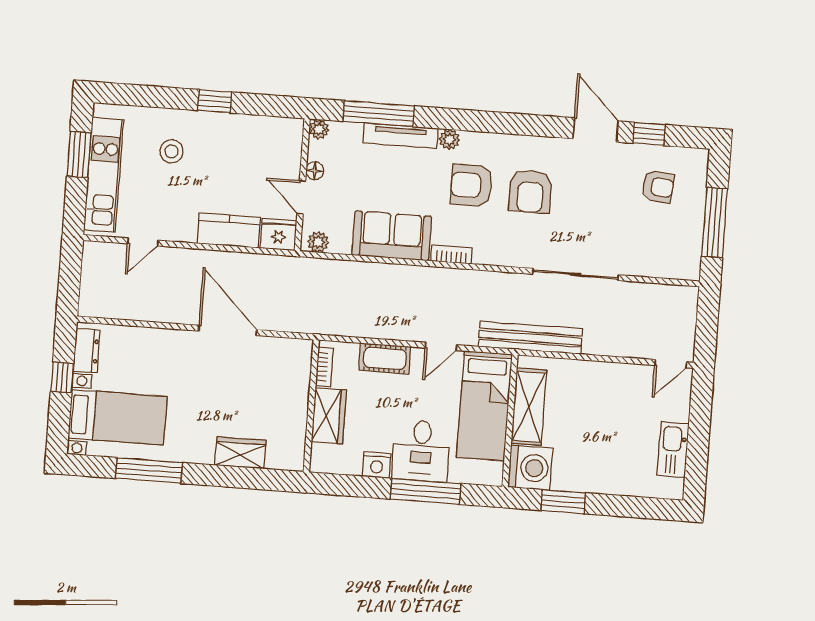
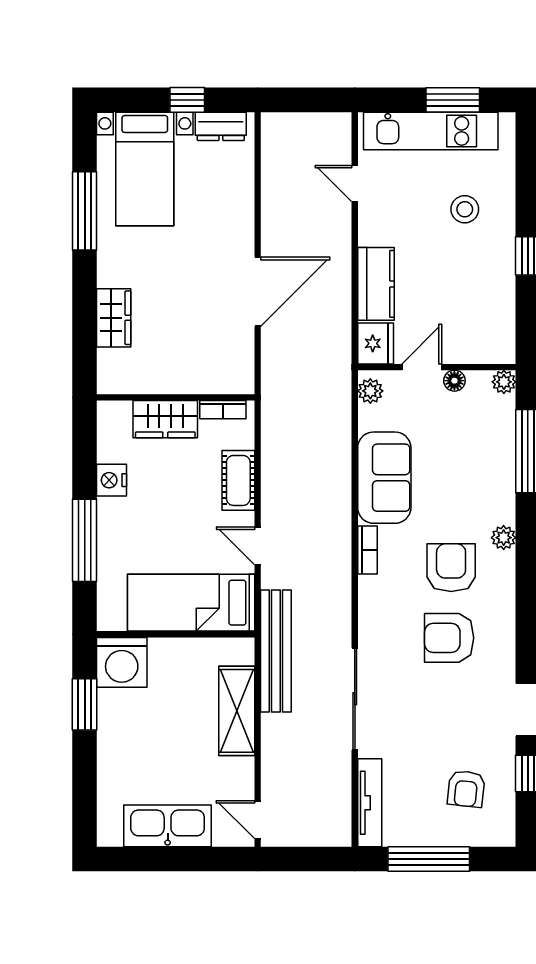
tv unit: (400, 136) -> (370, 803), moved, turned 180
shelving: (529, 407) -> (237, 711), moved, turned 90
kitchen sink: (673, 450) -> (168, 826), width x1.36, depth x1.24
desk: (421, 451) -> (132, 532), removed

